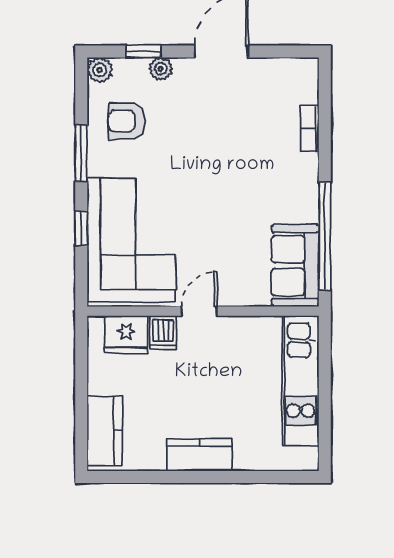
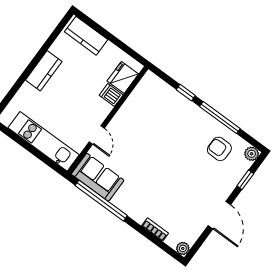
plant: (161, 69) -> (183, 248), moved
armchair: (127, 121) -> (219, 149), turned -90
window: (81, 153) -> (220, 118), width x1.44
corner sofa: (131, 240) -> (164, 111), removed
door: (199, 311) -> (97, 135), moved

